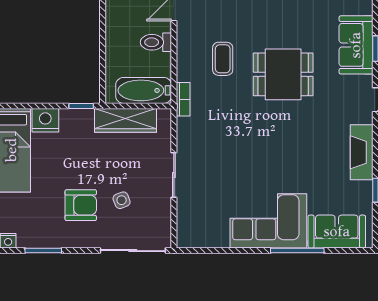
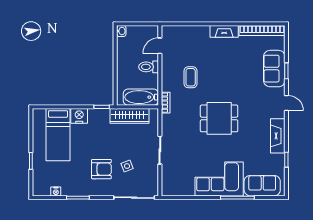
dining table: (283, 74) -> (219, 118), moved

